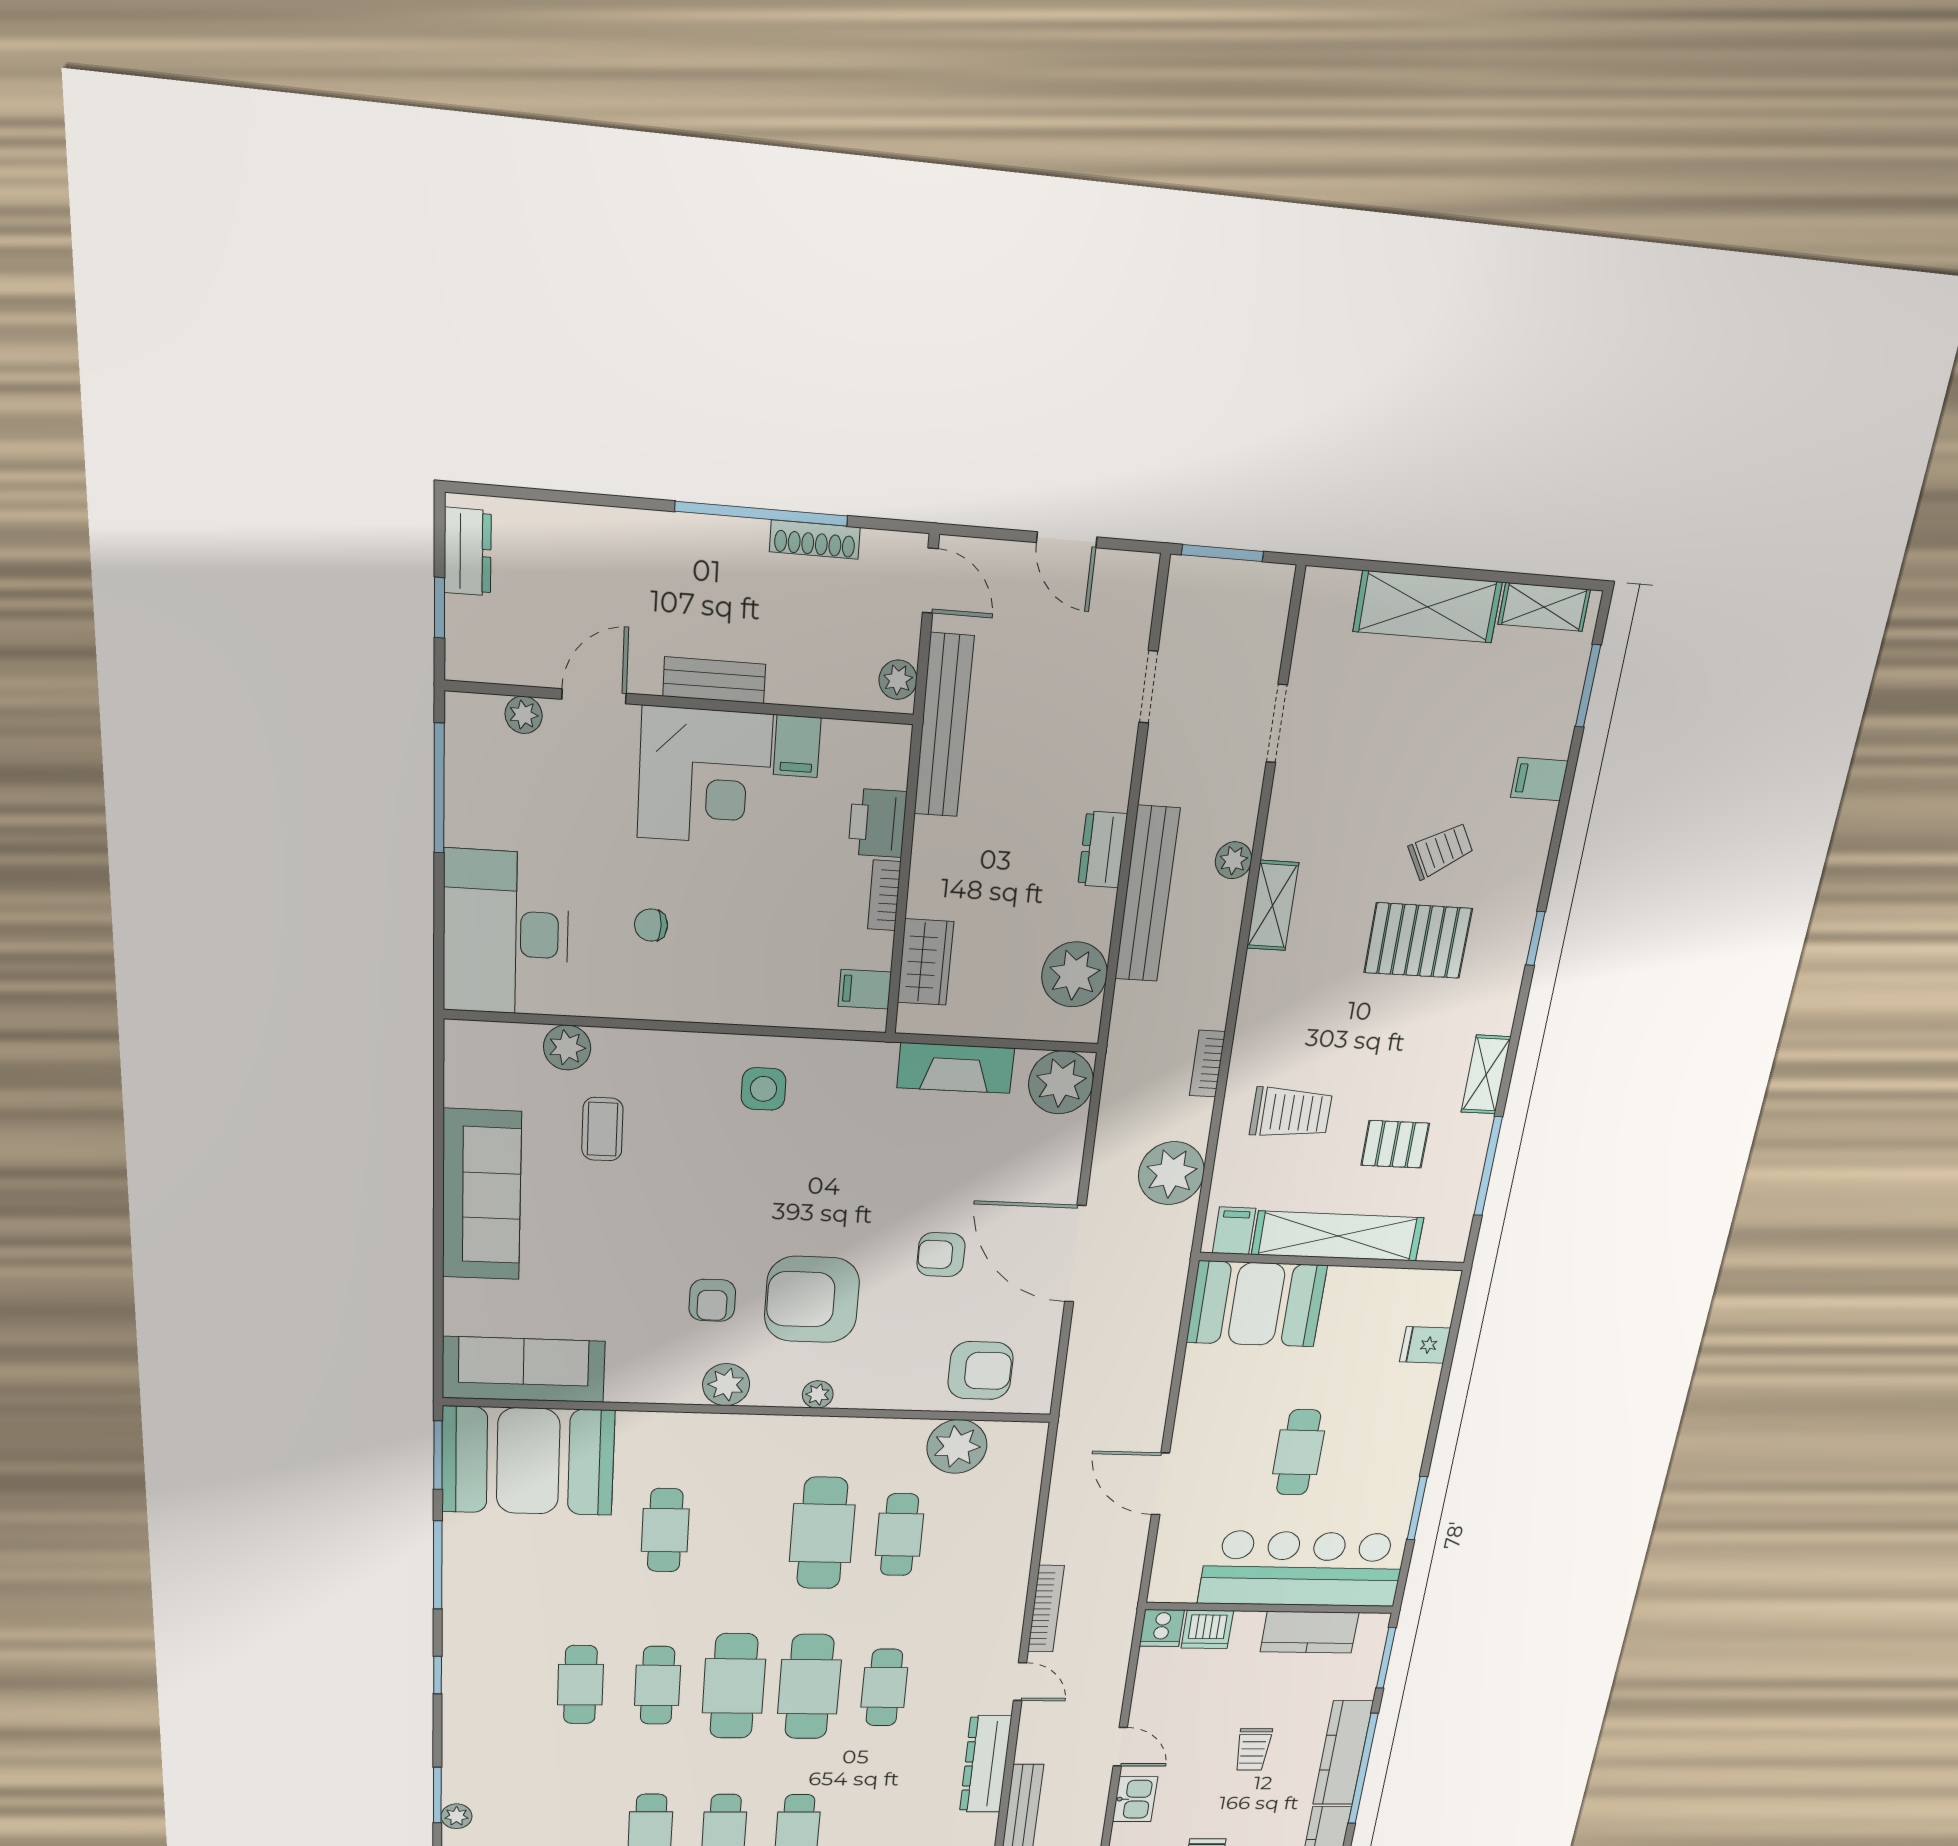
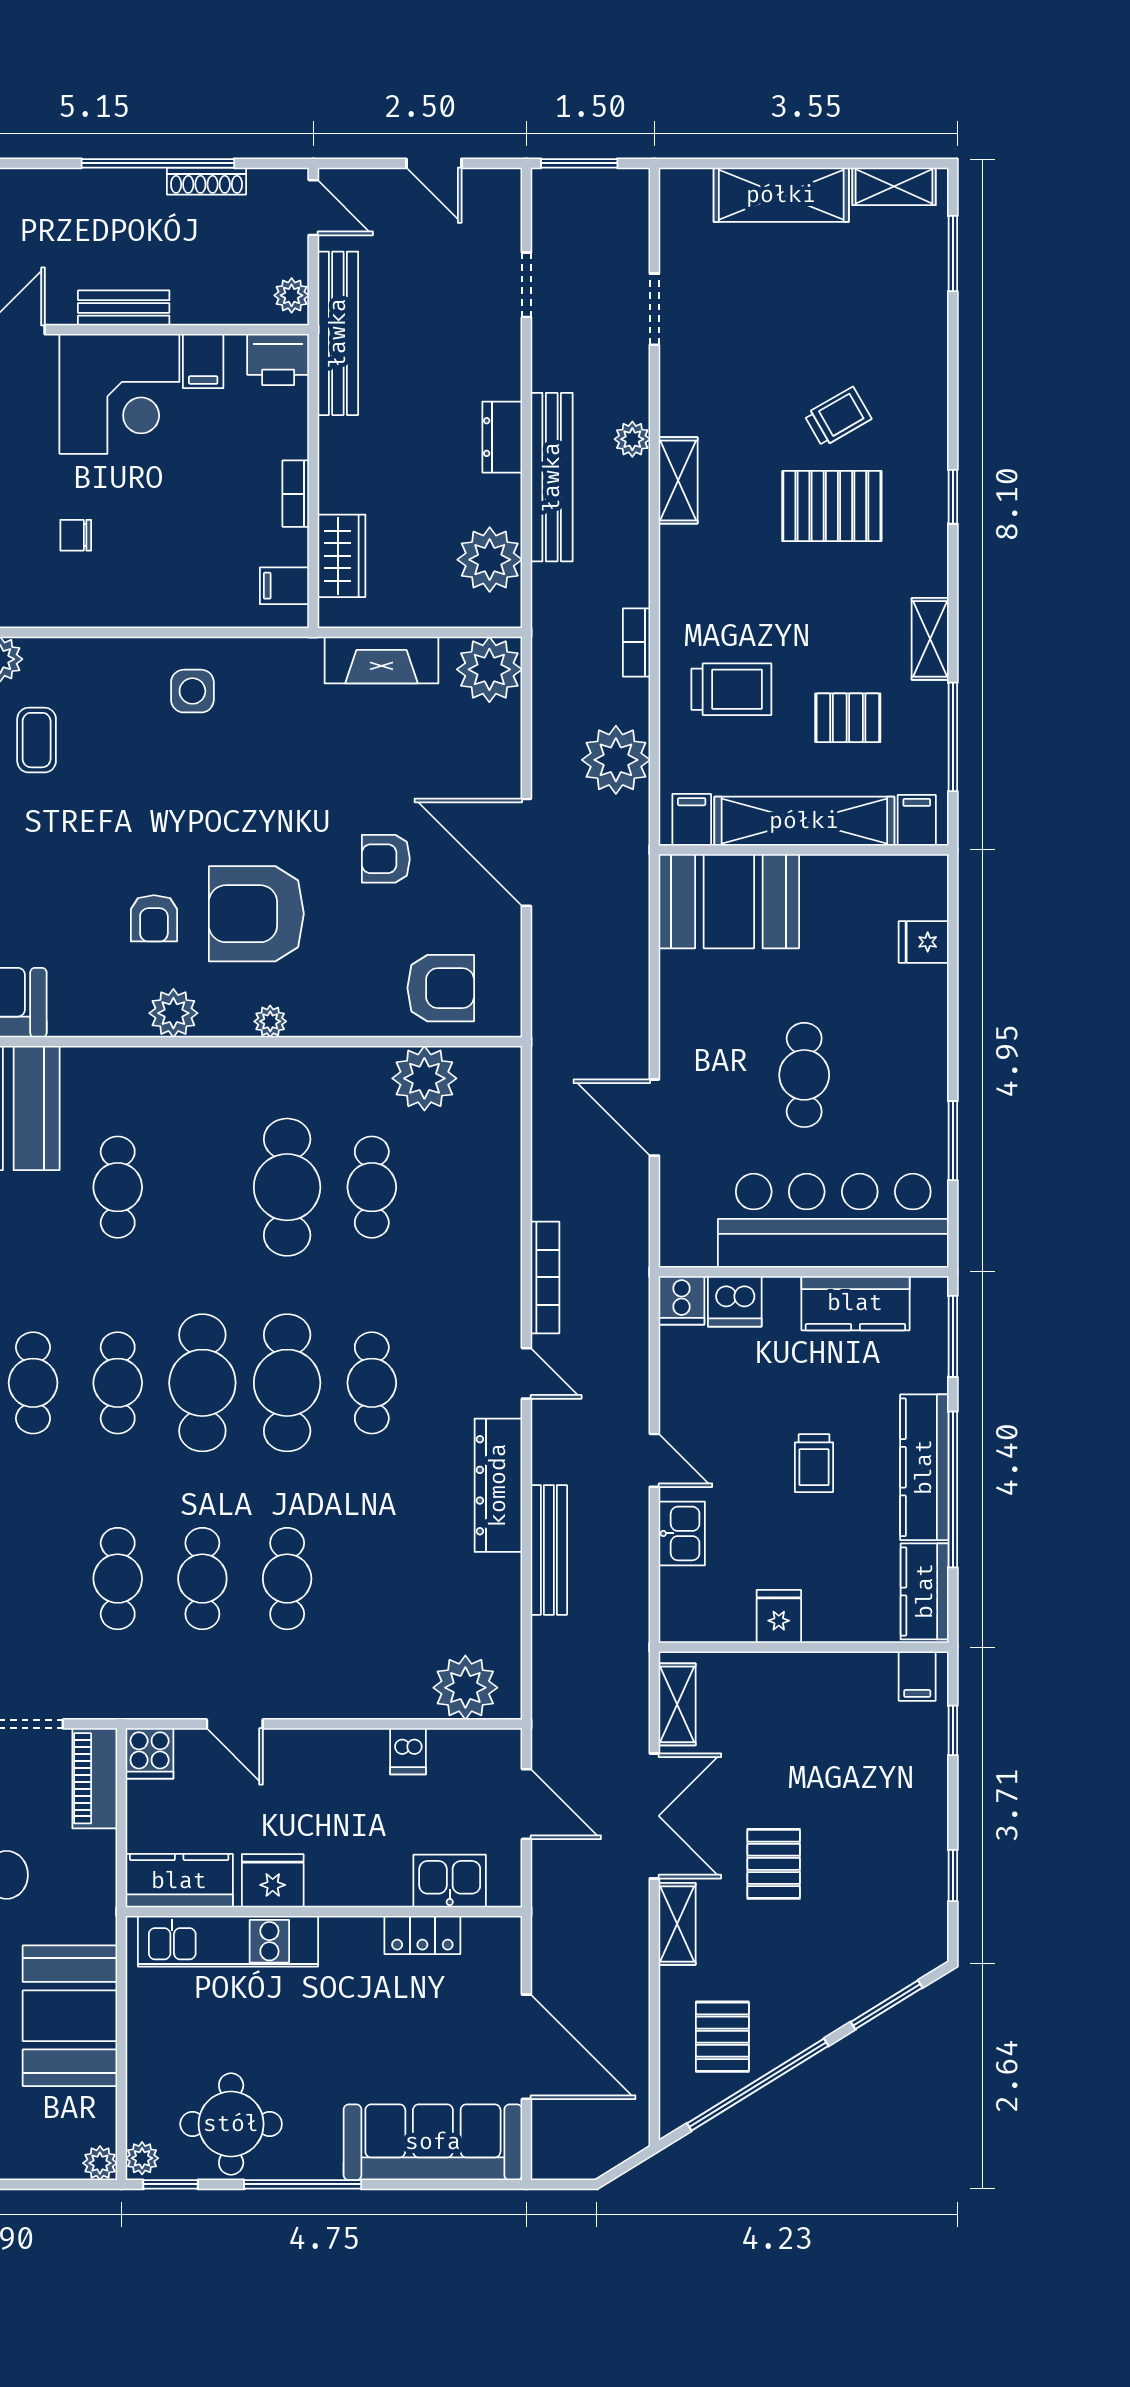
filing cabinet: (1539, 779) -> (917, 820), moved, turned 90
printer: (877, 823) -> (278, 359), moved, turned -90

